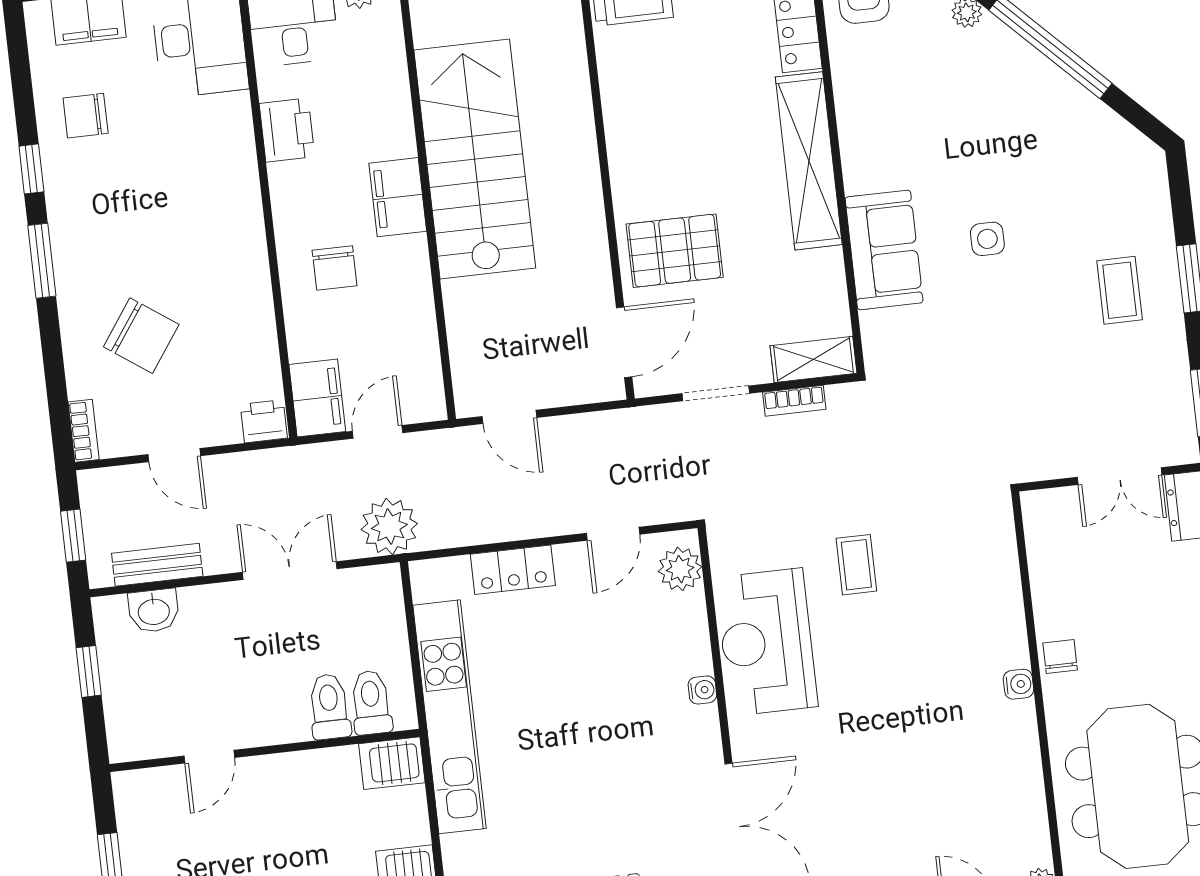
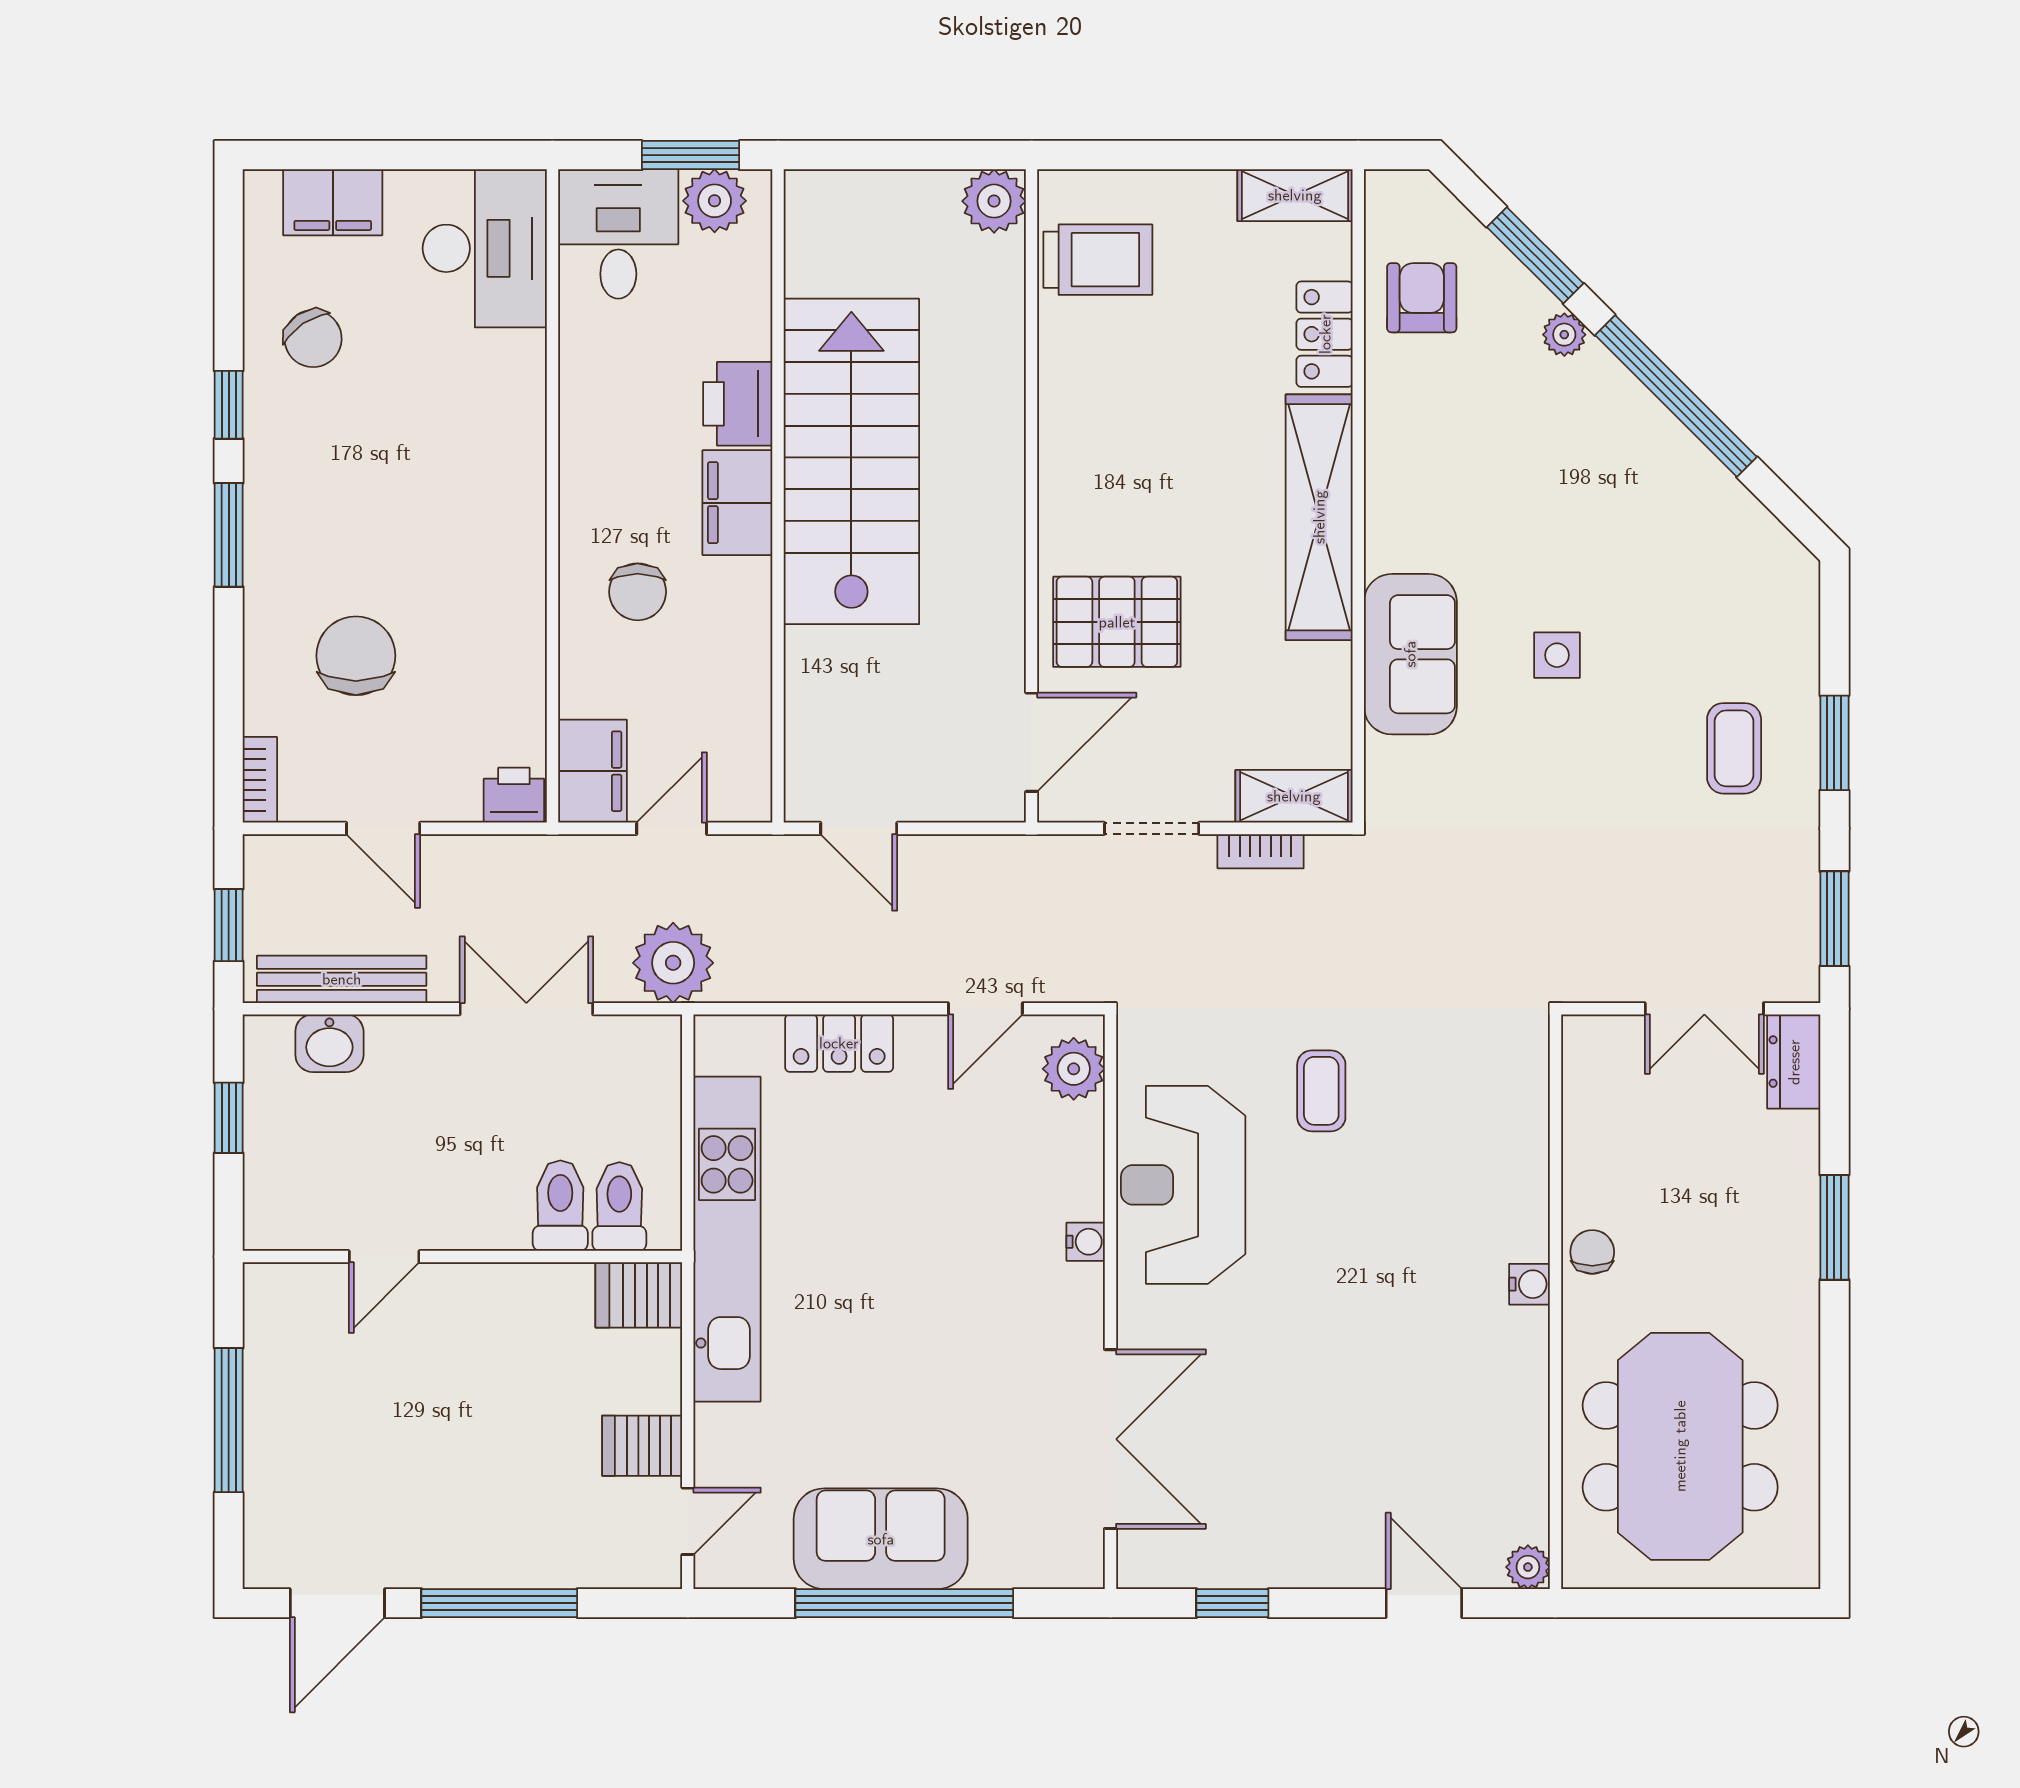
chair: (86, 116) -> (313, 339), turned -124
printer: (287, 130) -> (738, 404), moved, turned 180
chair: (141, 336) -> (356, 656), turned -125
bench: (157, 565) -> (342, 979), width x1.36

